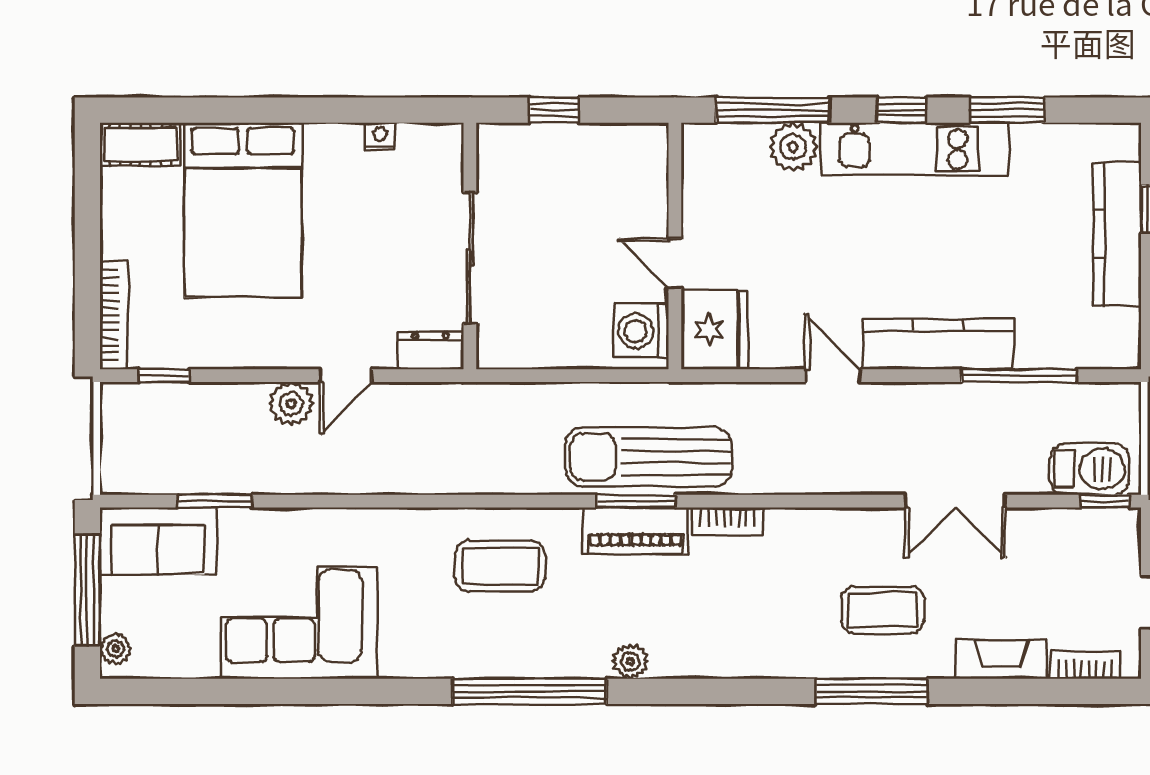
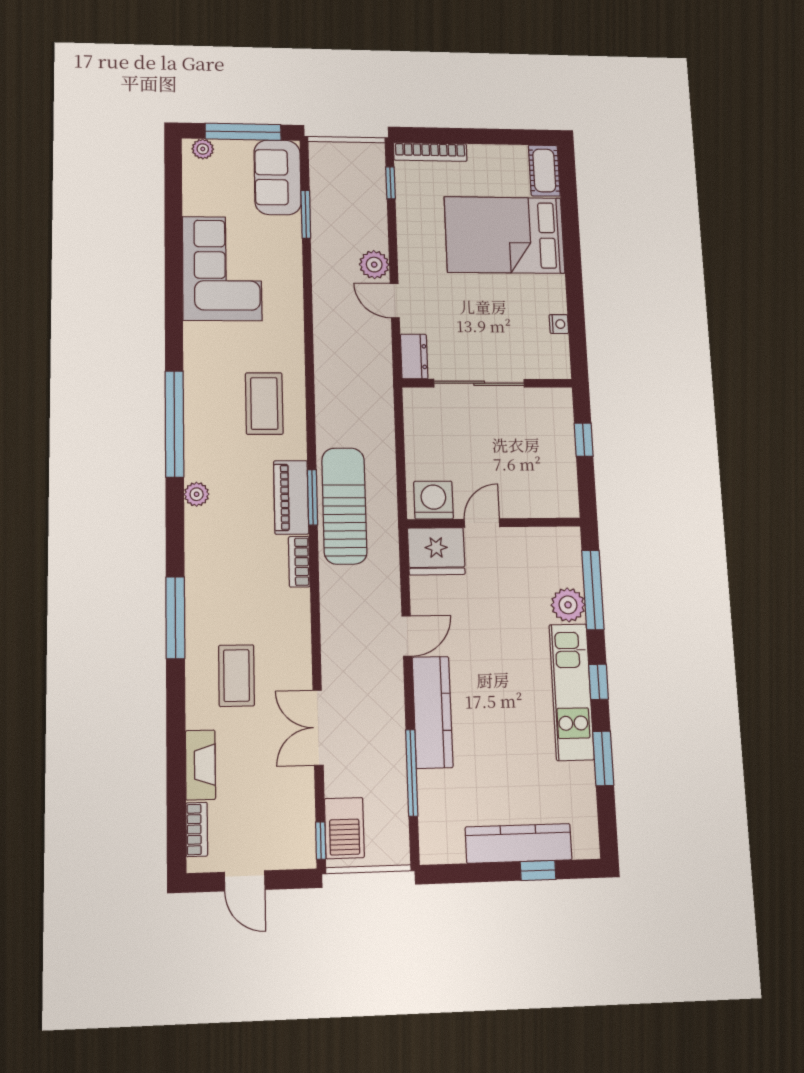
window: (871, 691) -> (175, 618), moved

